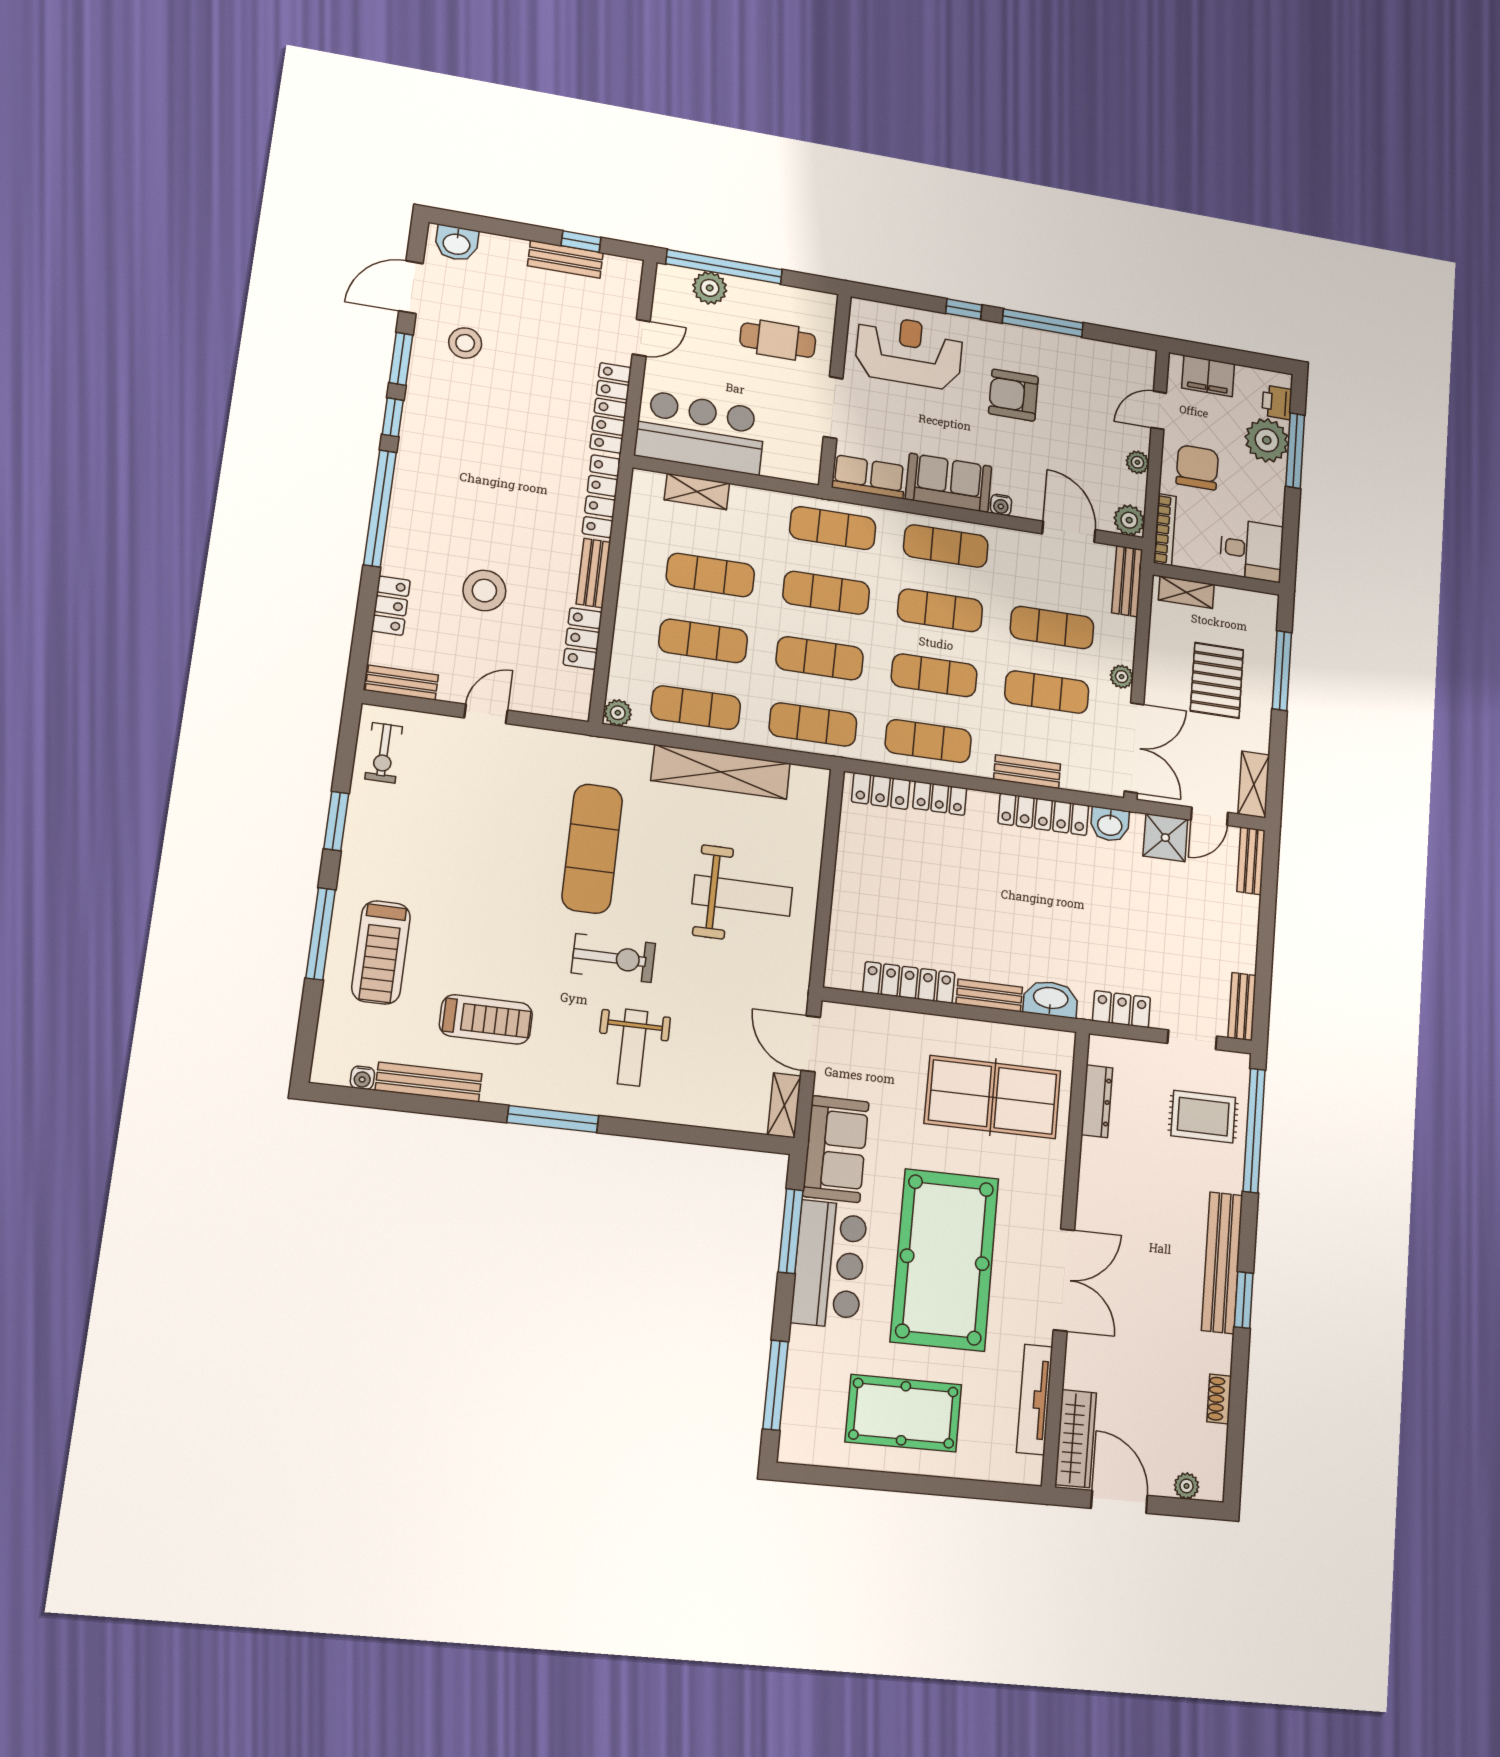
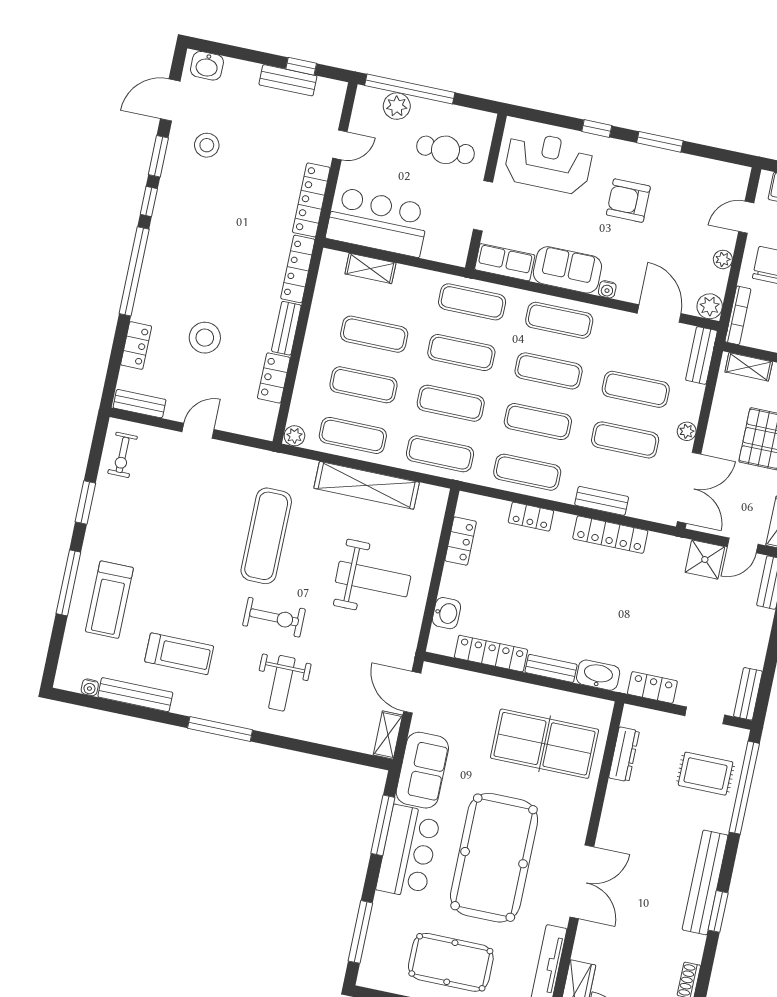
window: (1043, 323) -> (660, 142), width x0.69
locker: (881, 791) -> (461, 541), moved, turned -90
washbasin: (1110, 824) -> (447, 613), moved, turned -90

